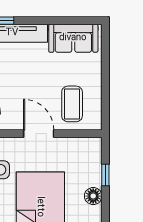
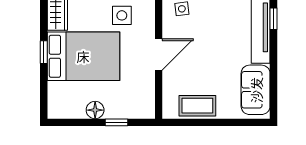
coffee table: (72, 104) -> (197, 106), moved

